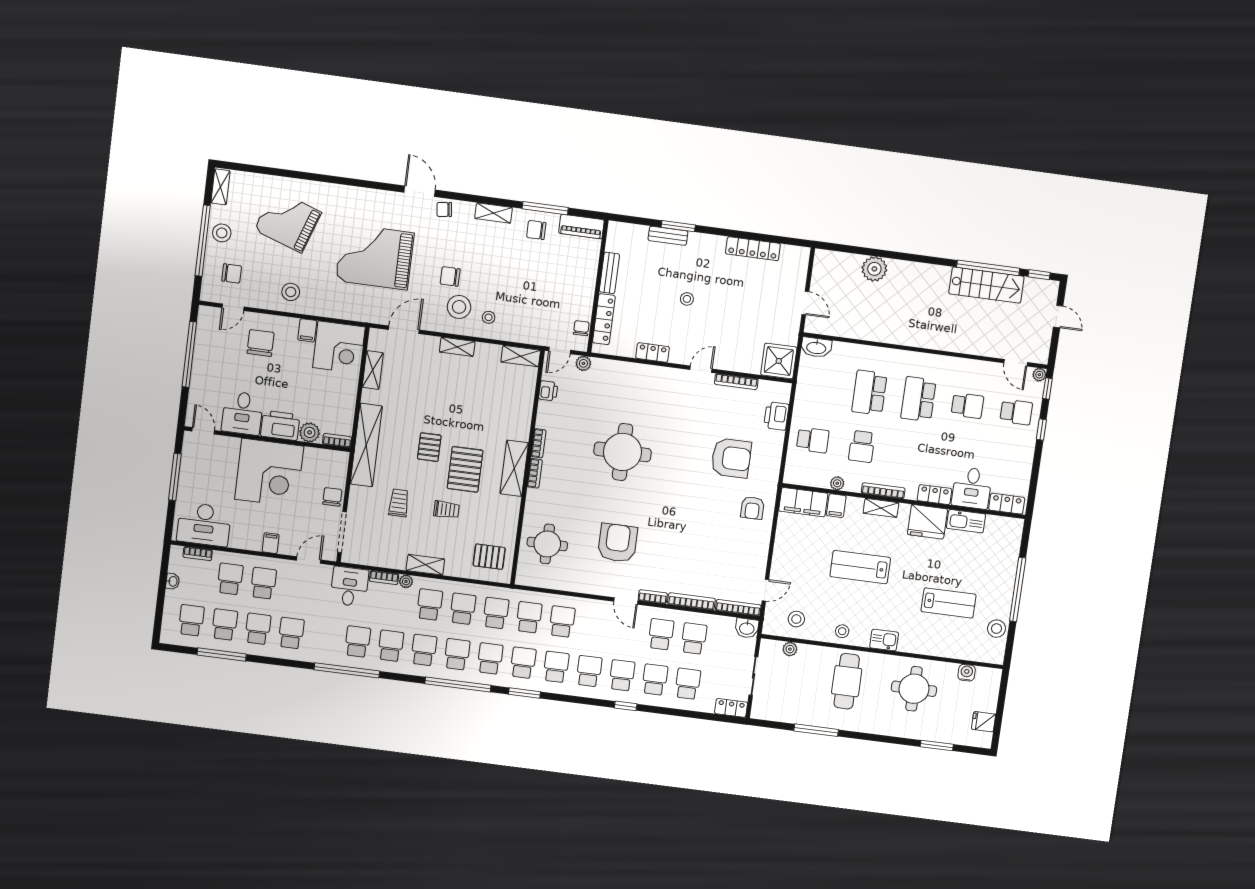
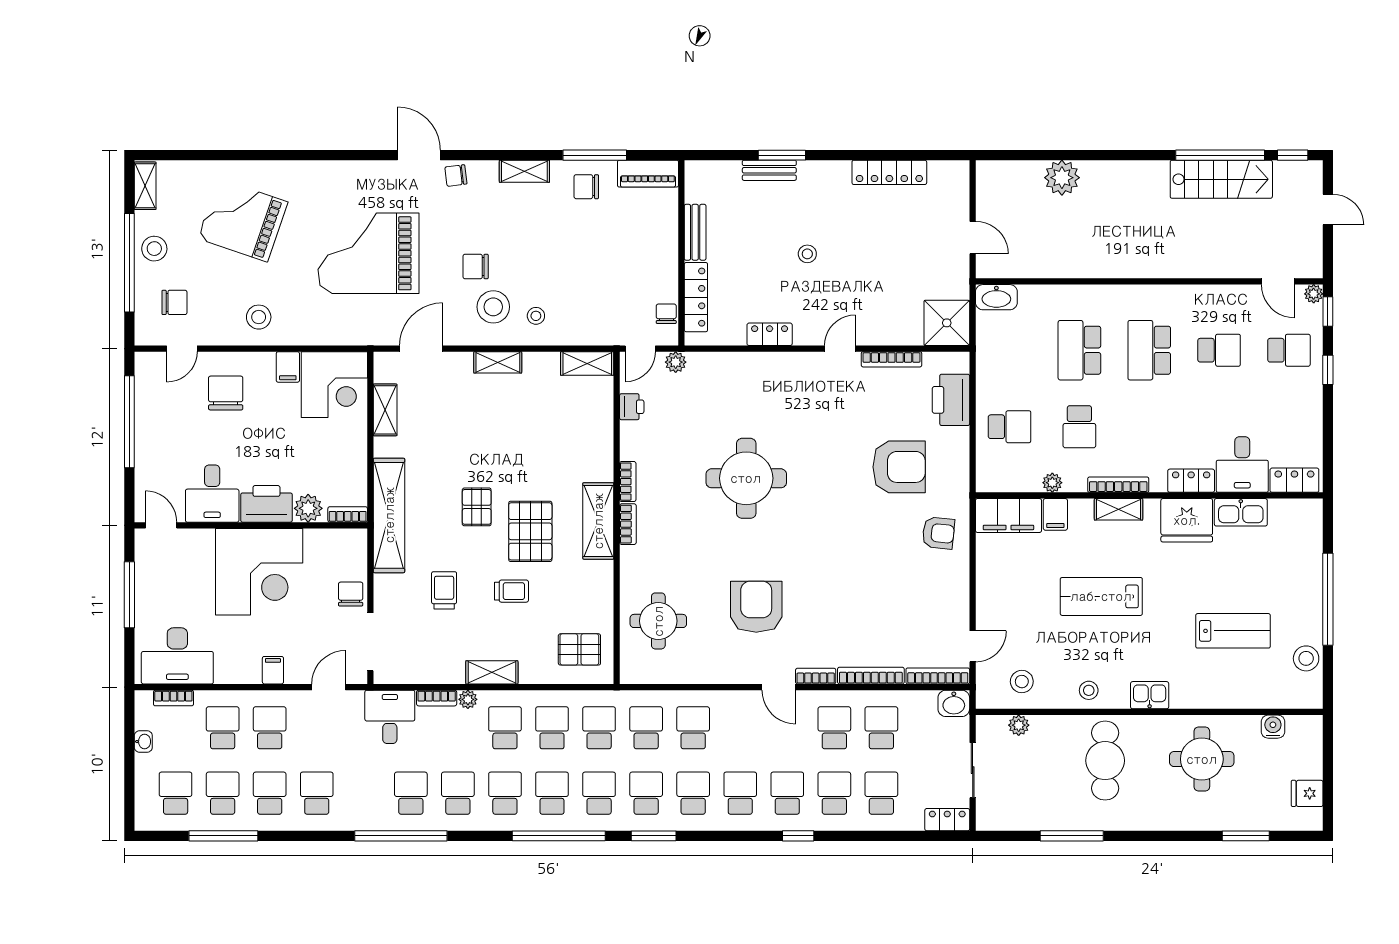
printer: (776, 416) -> (951, 400), width x1.37, depth x1.19
armchair: (752, 508) -> (938, 533), turned -84

